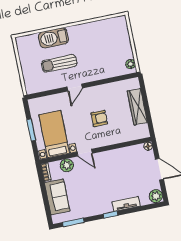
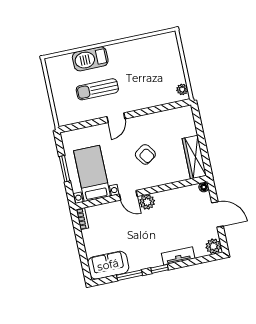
wardrobe: (137, 107) -> (194, 157), moved
armchair: (99, 118) -> (145, 154), turned 55
plant: (67, 165) -> (147, 202), moved
sofa: (57, 197) -> (108, 265), moved, turned -90
window: (73, 222) -> (130, 275), moved

